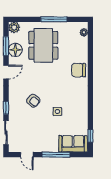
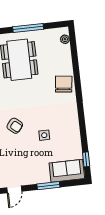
chair: (79, 70) -> (64, 84), turned 97
door: (27, 155) -> (14, 189), hinge flipped
window: (56, 155) -> (48, 186), width x0.69

